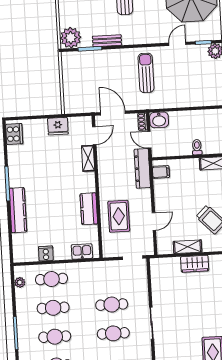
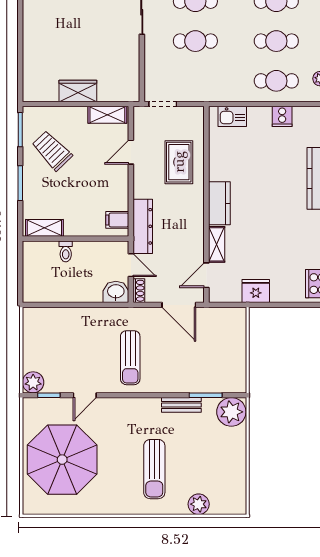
kitchen counter: (89, 209) -> (219, 203), moved
shelving: (188, 247) -> (107, 115), moved

